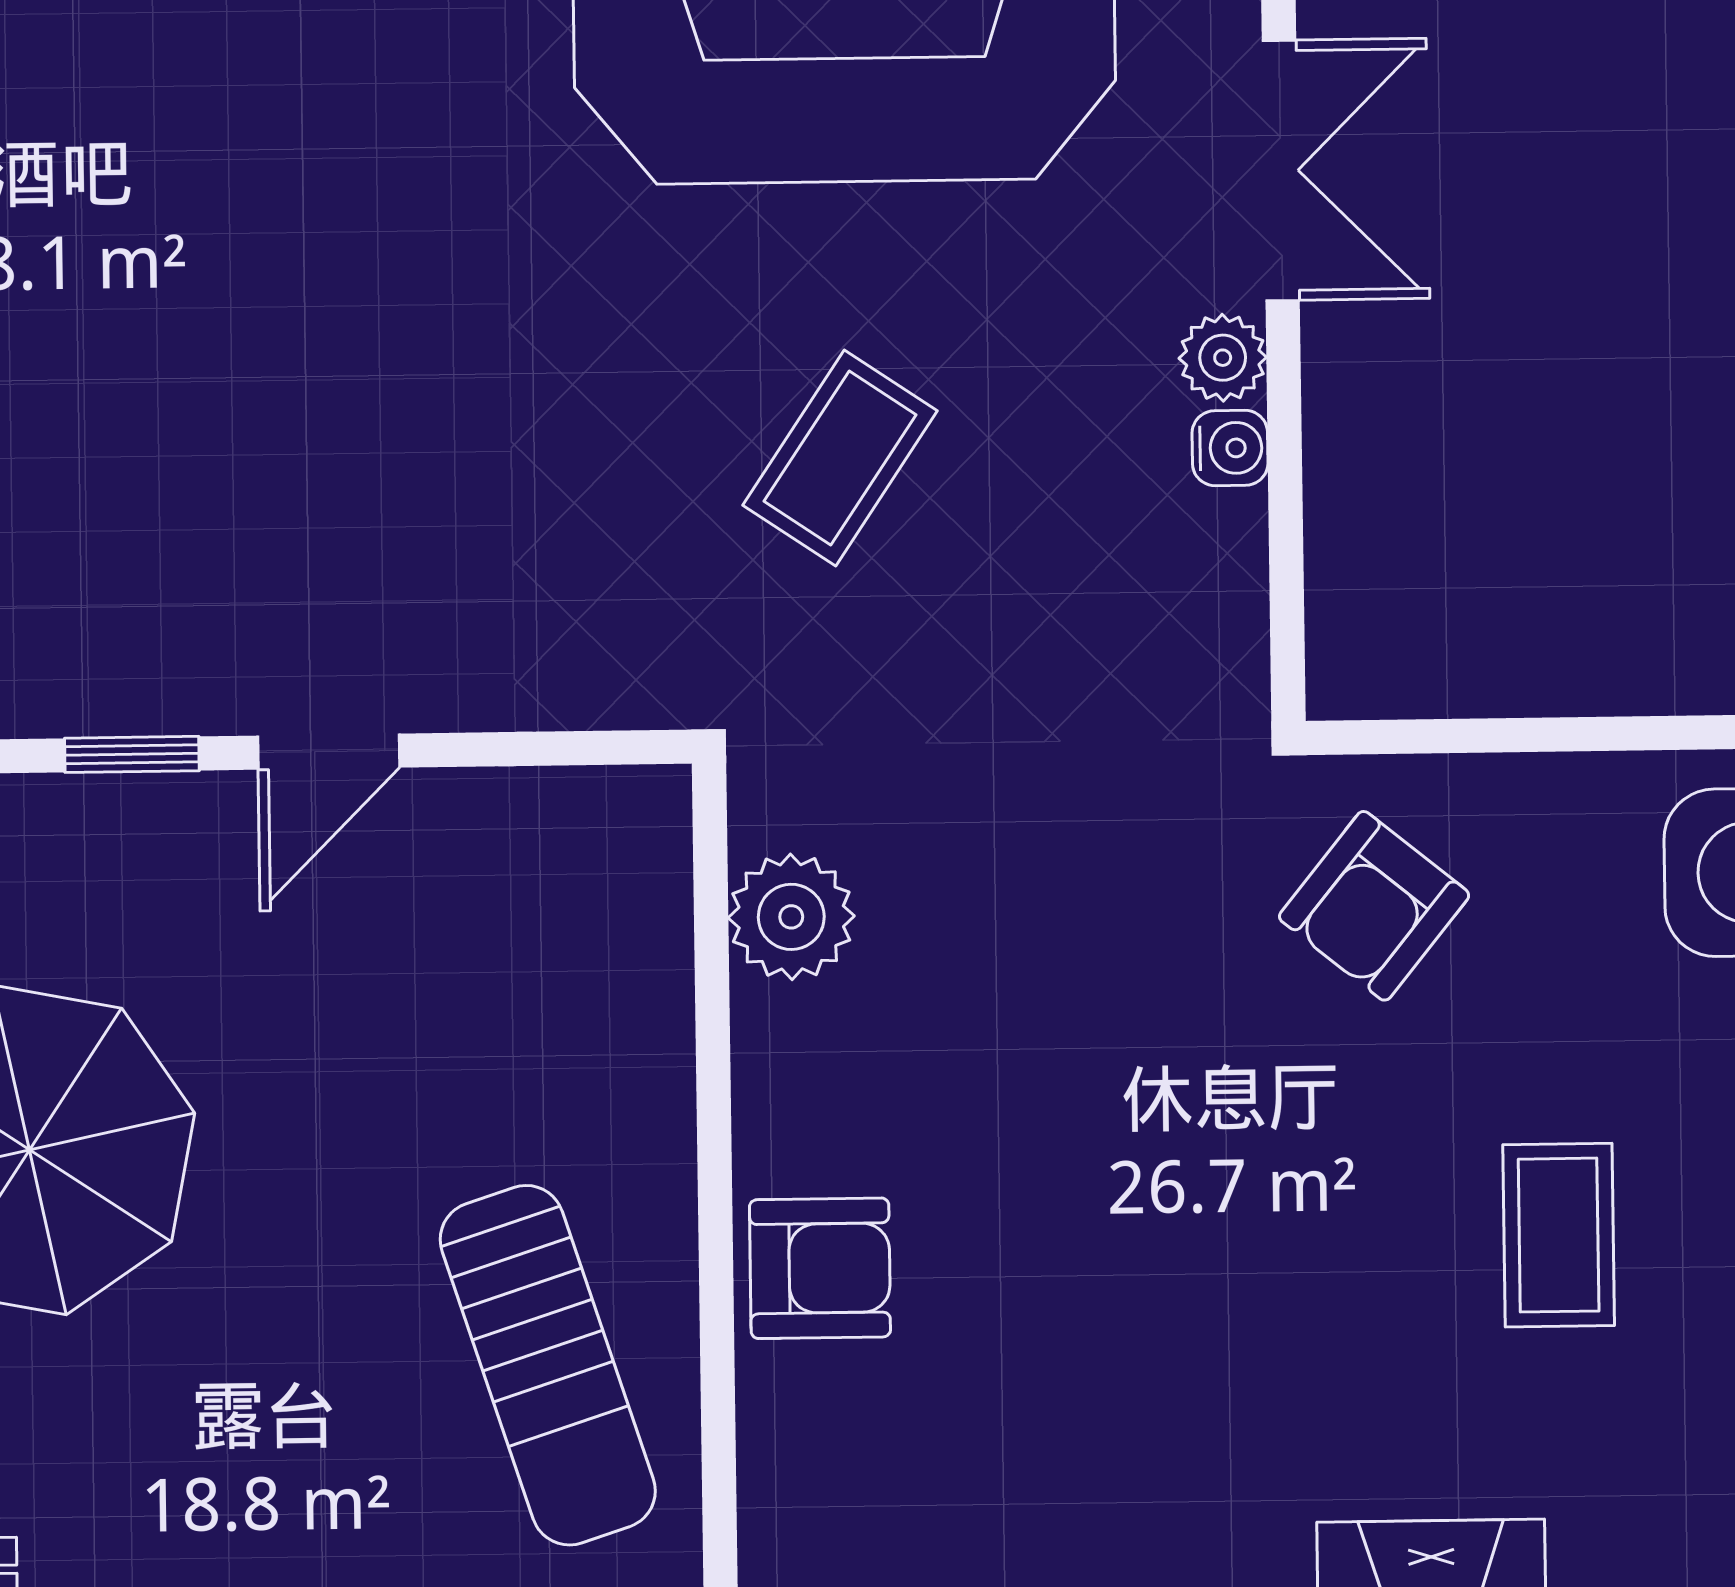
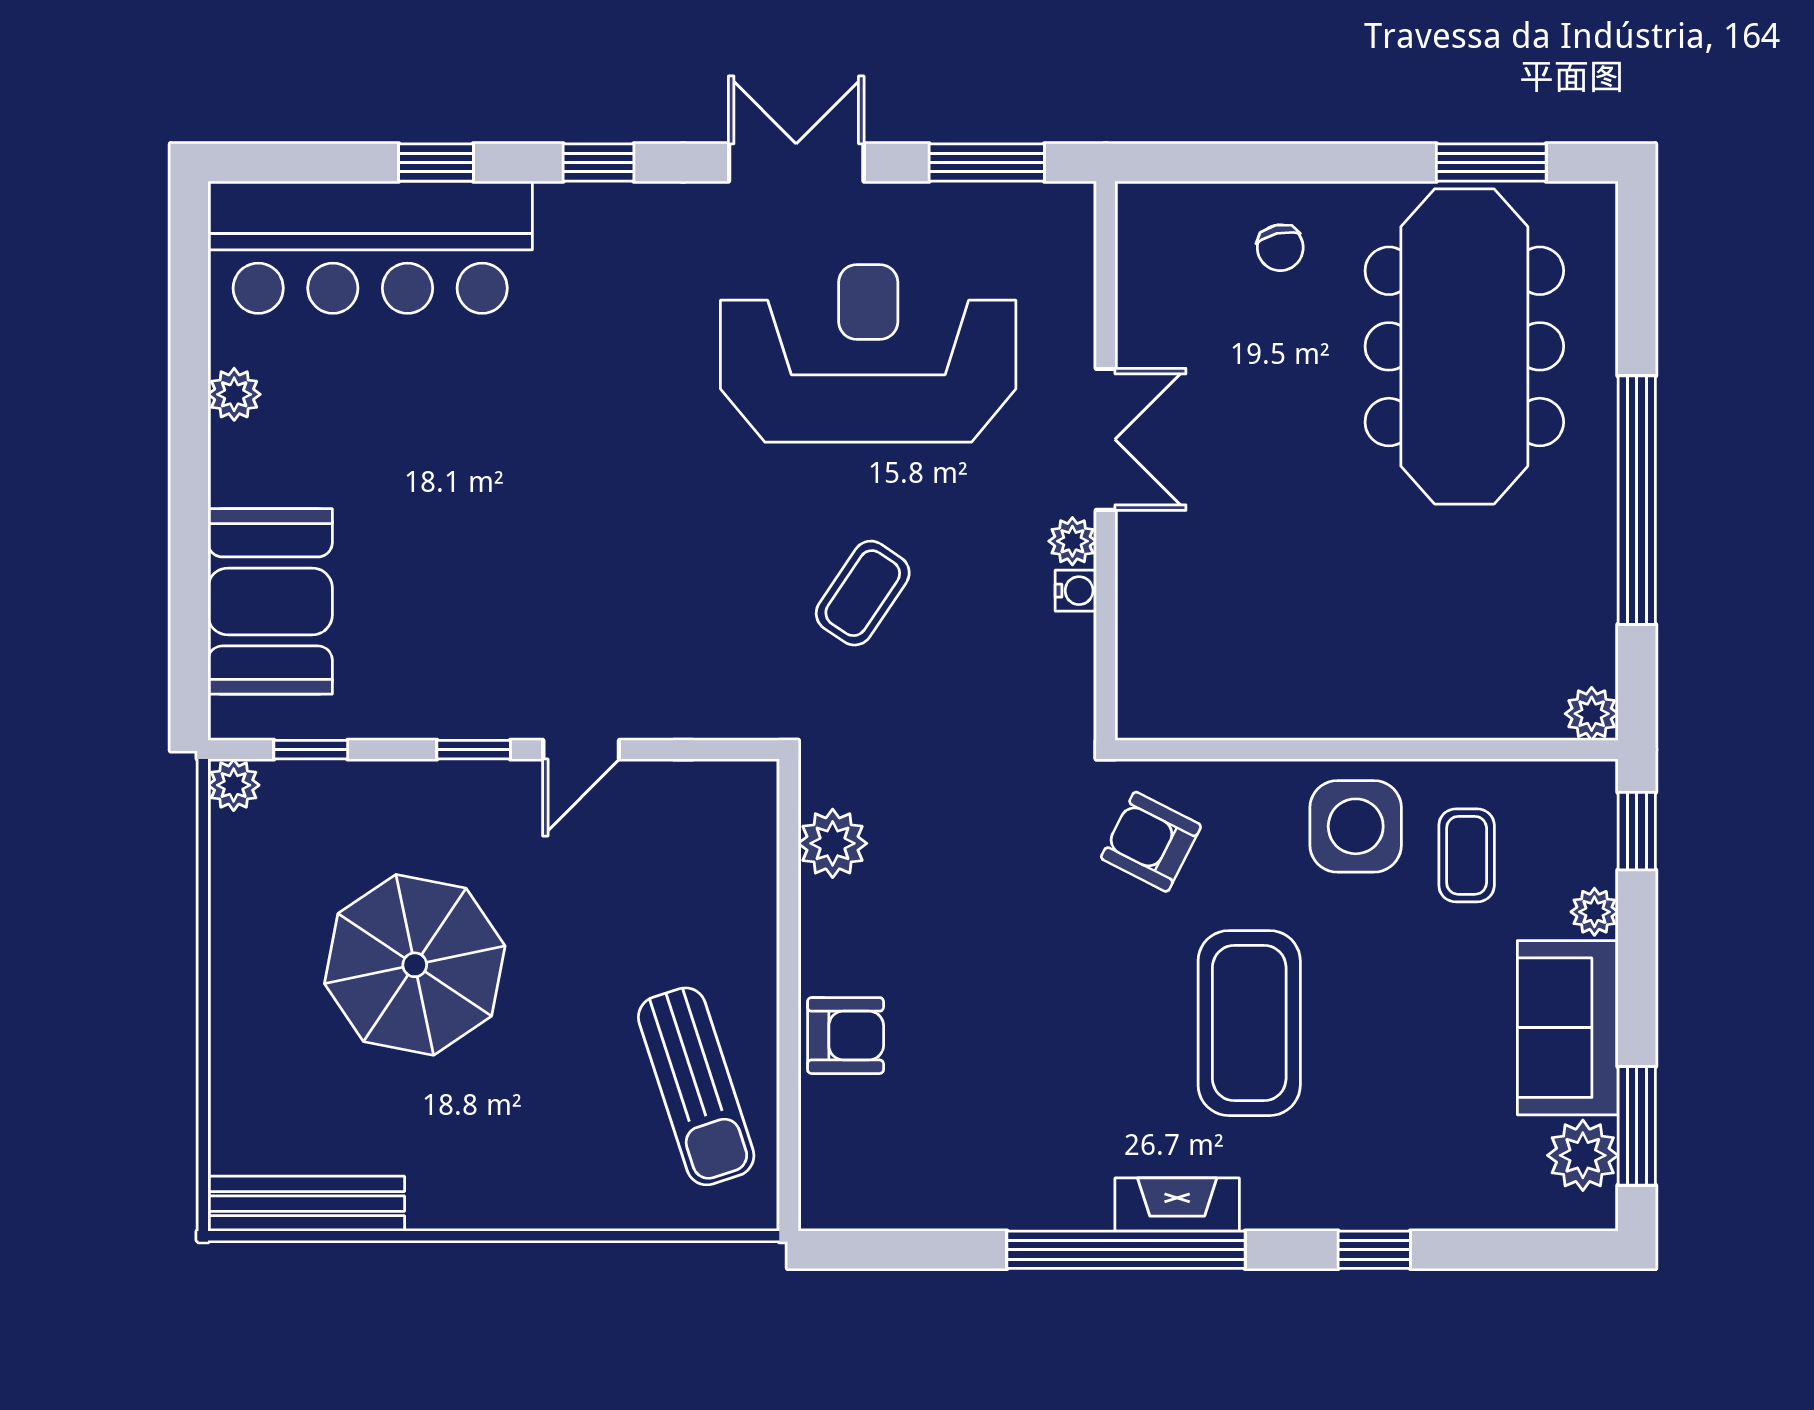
armchair: (1374, 906) -> (1151, 842), turned 78
coffee table: (1559, 1235) -> (1249, 1023), width x1.86, depth x1.72

